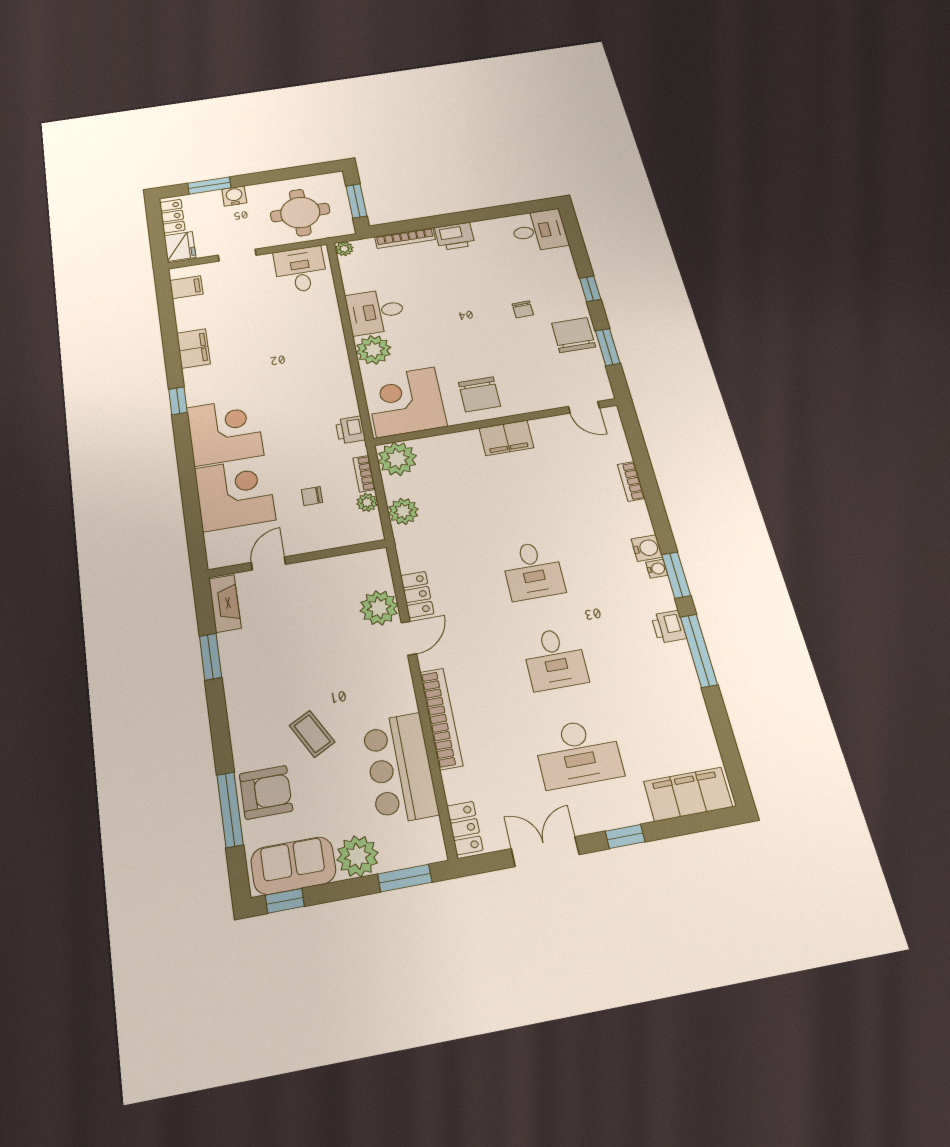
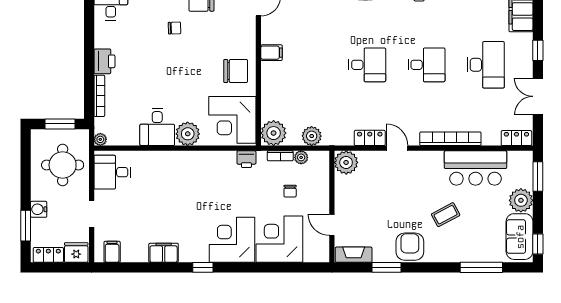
filing cabinet: (506, 438) -> (271, 53), width x0.50
plant: (379, 608) -> (346, 162), moved
armchair: (266, 792) -> (410, 247), moved

